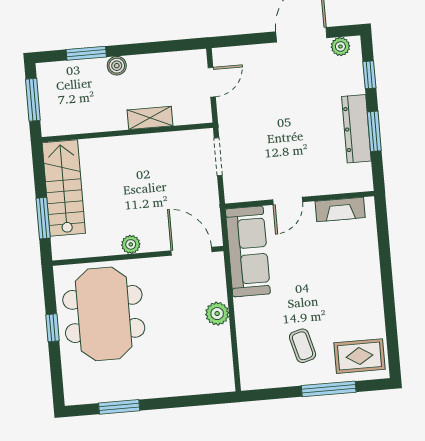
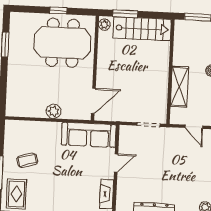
shelving: (150, 118) -> (179, 87), width x1.50, depth x1.33
door: (288, 201) -> (116, 163), swing flipped
plant: (131, 244) -> (104, 25), moved

